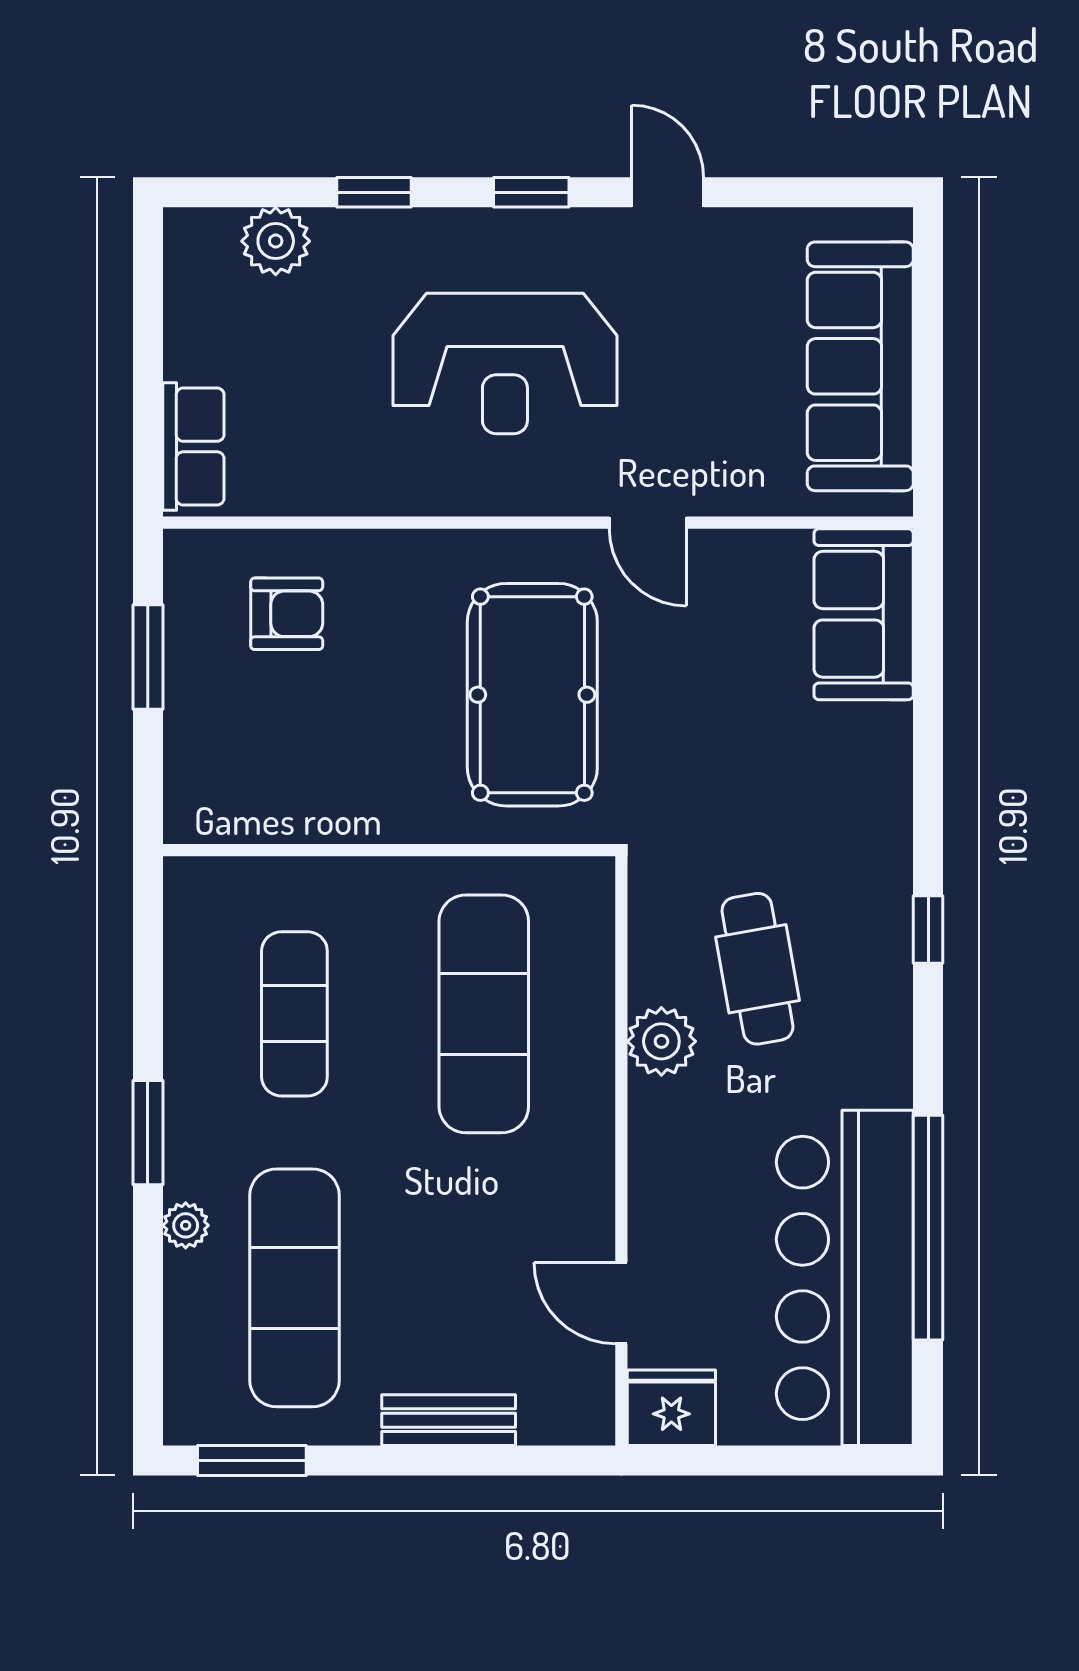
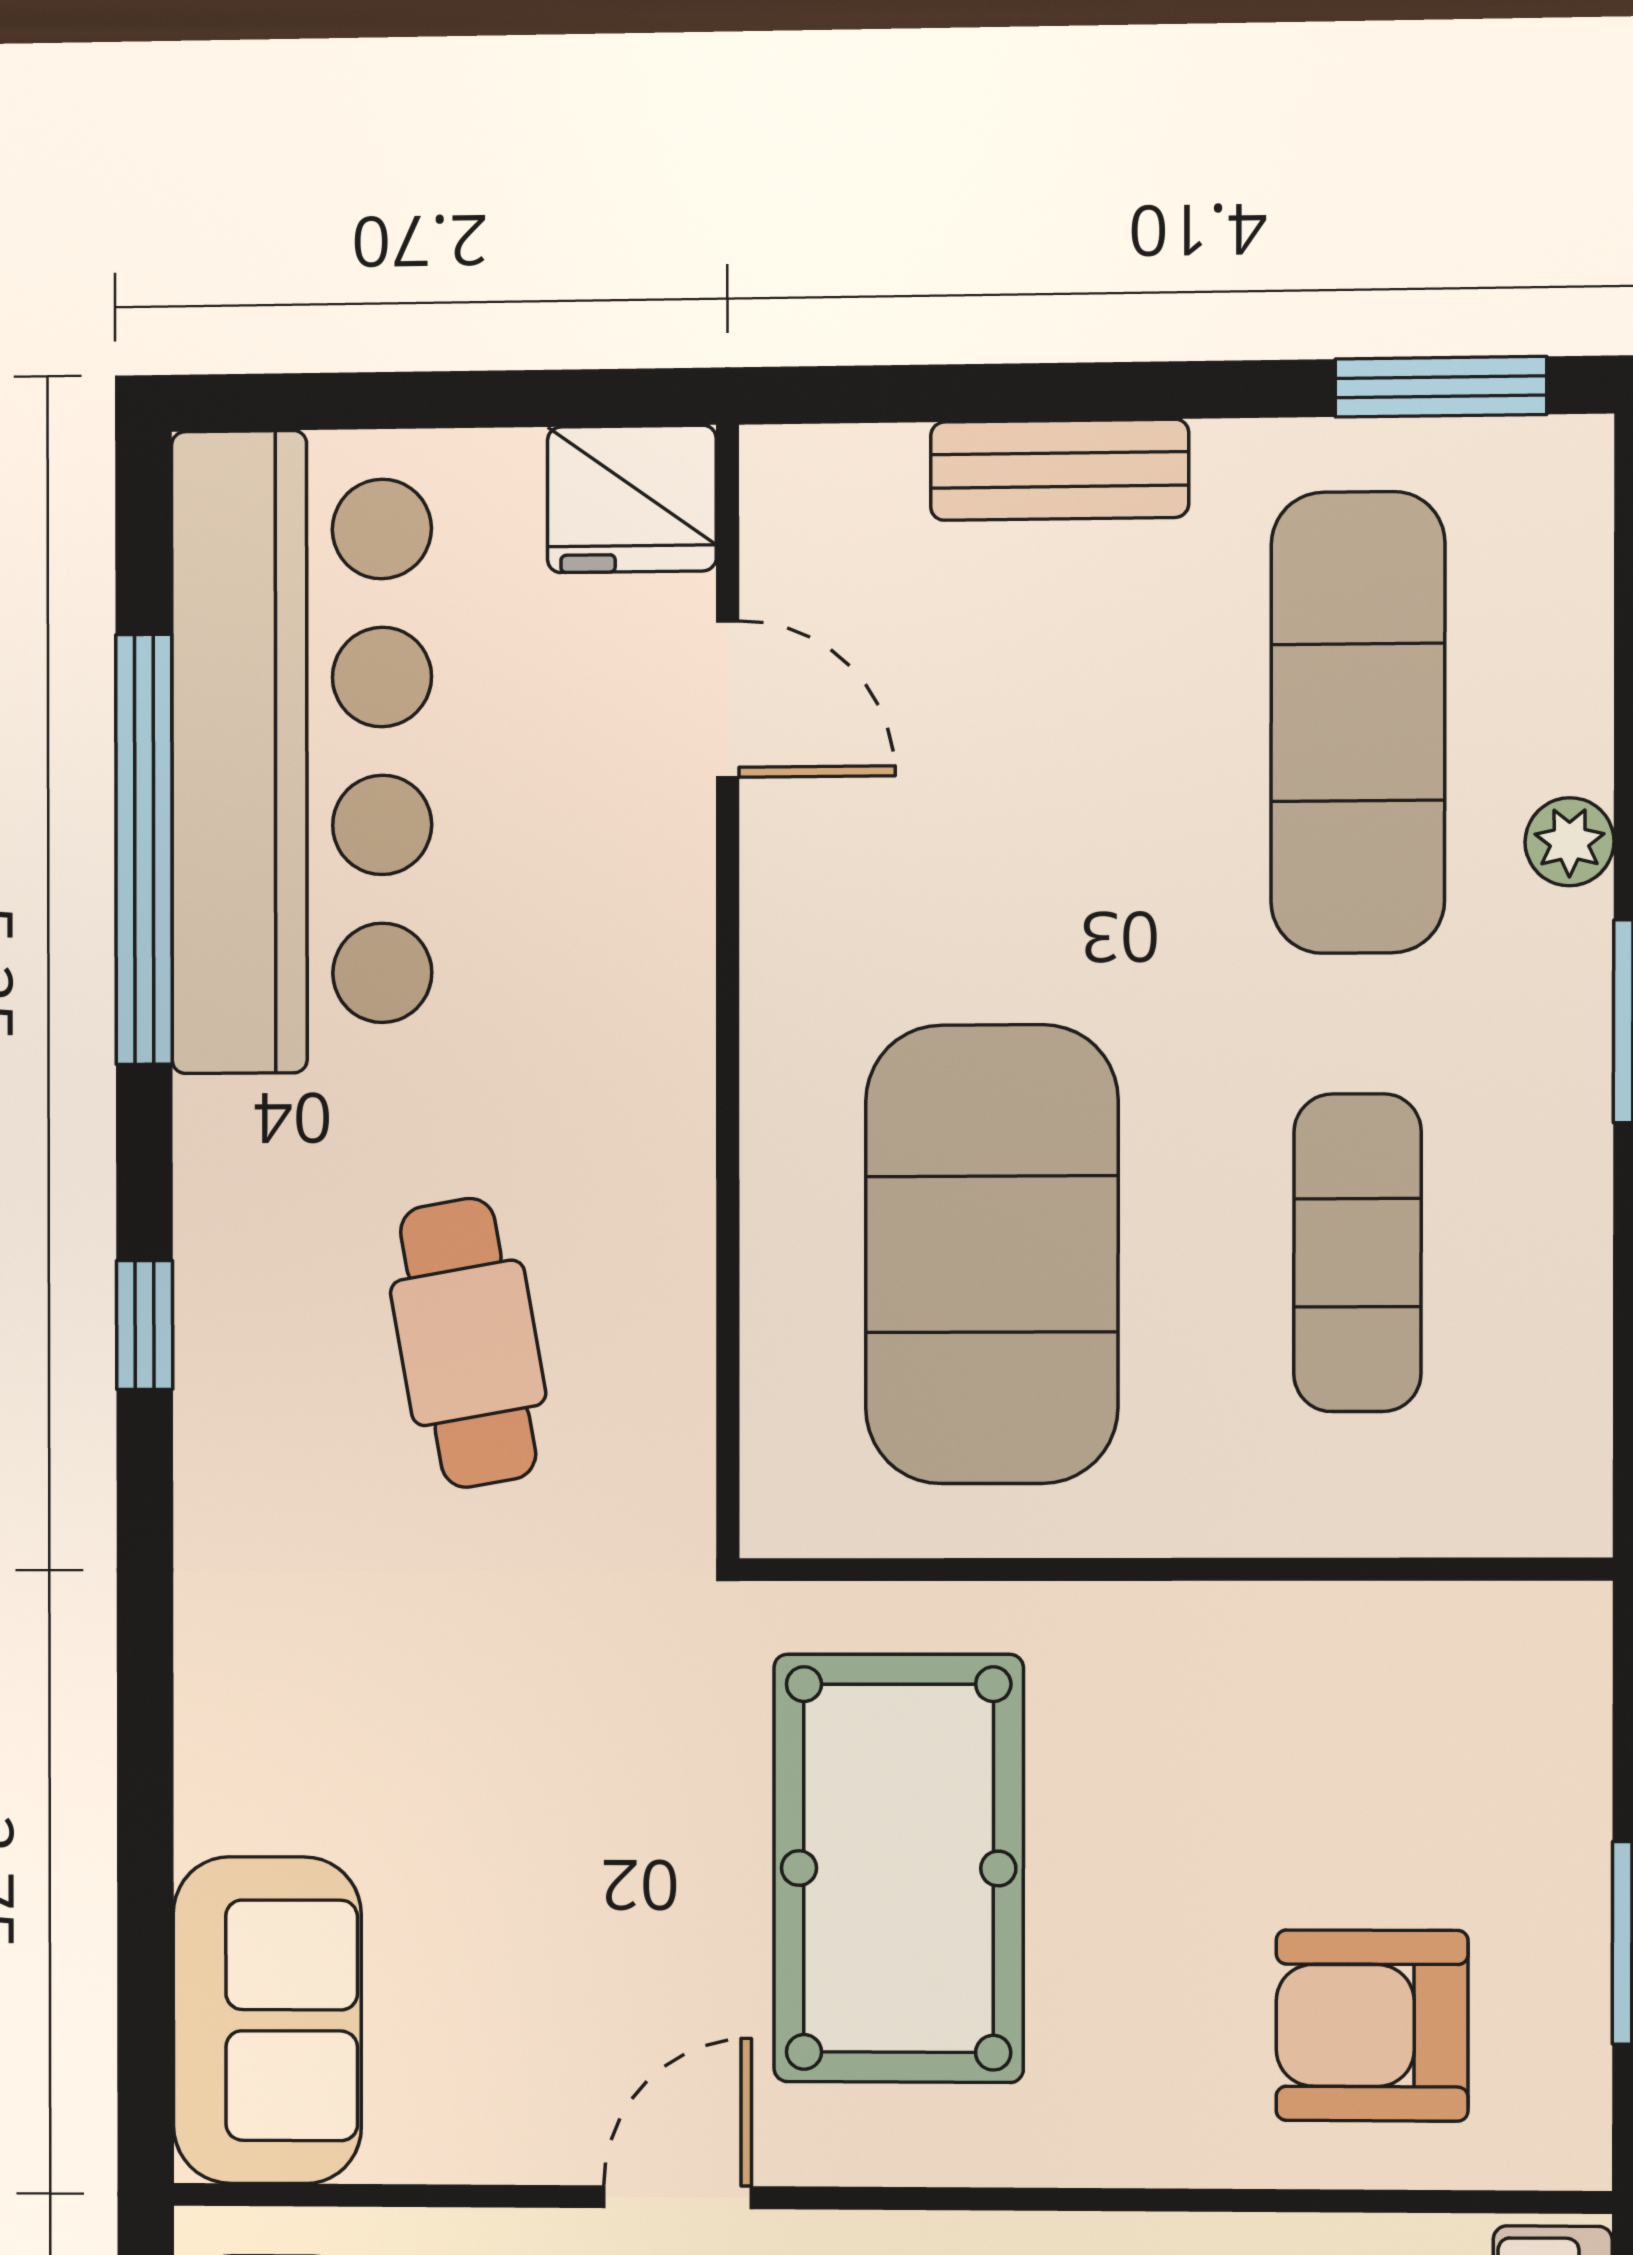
door: (648, 523) -> (678, 2197), hinge flipped
armchair: (287, 614) -> (1372, 2025), width x1.38, depth x1.38
window: (928, 930) -> (145, 1325), moved
exercise mat: (484, 1014) -> (992, 1254), width x1.47
plant: (661, 1041) -> (651, 1203), removed

